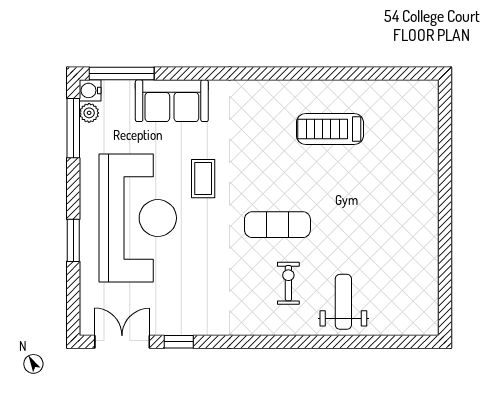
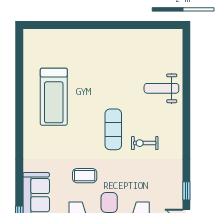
treadmill: (330, 129) -> (54, 97), width x1.37, depth x1.38
exercise bike: (288, 283) -> (145, 143), moved

